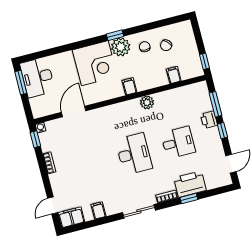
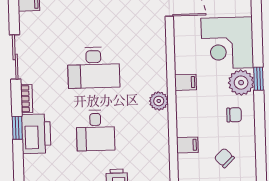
chair: (166, 45) -> (224, 158), moved

